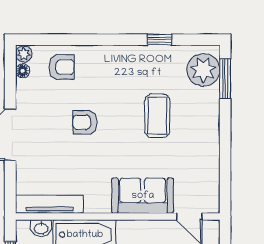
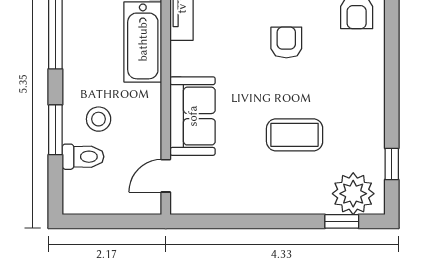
window: (159, 40) -> (392, 164), moved
window: (225, 79) -> (342, 221), width x0.67

